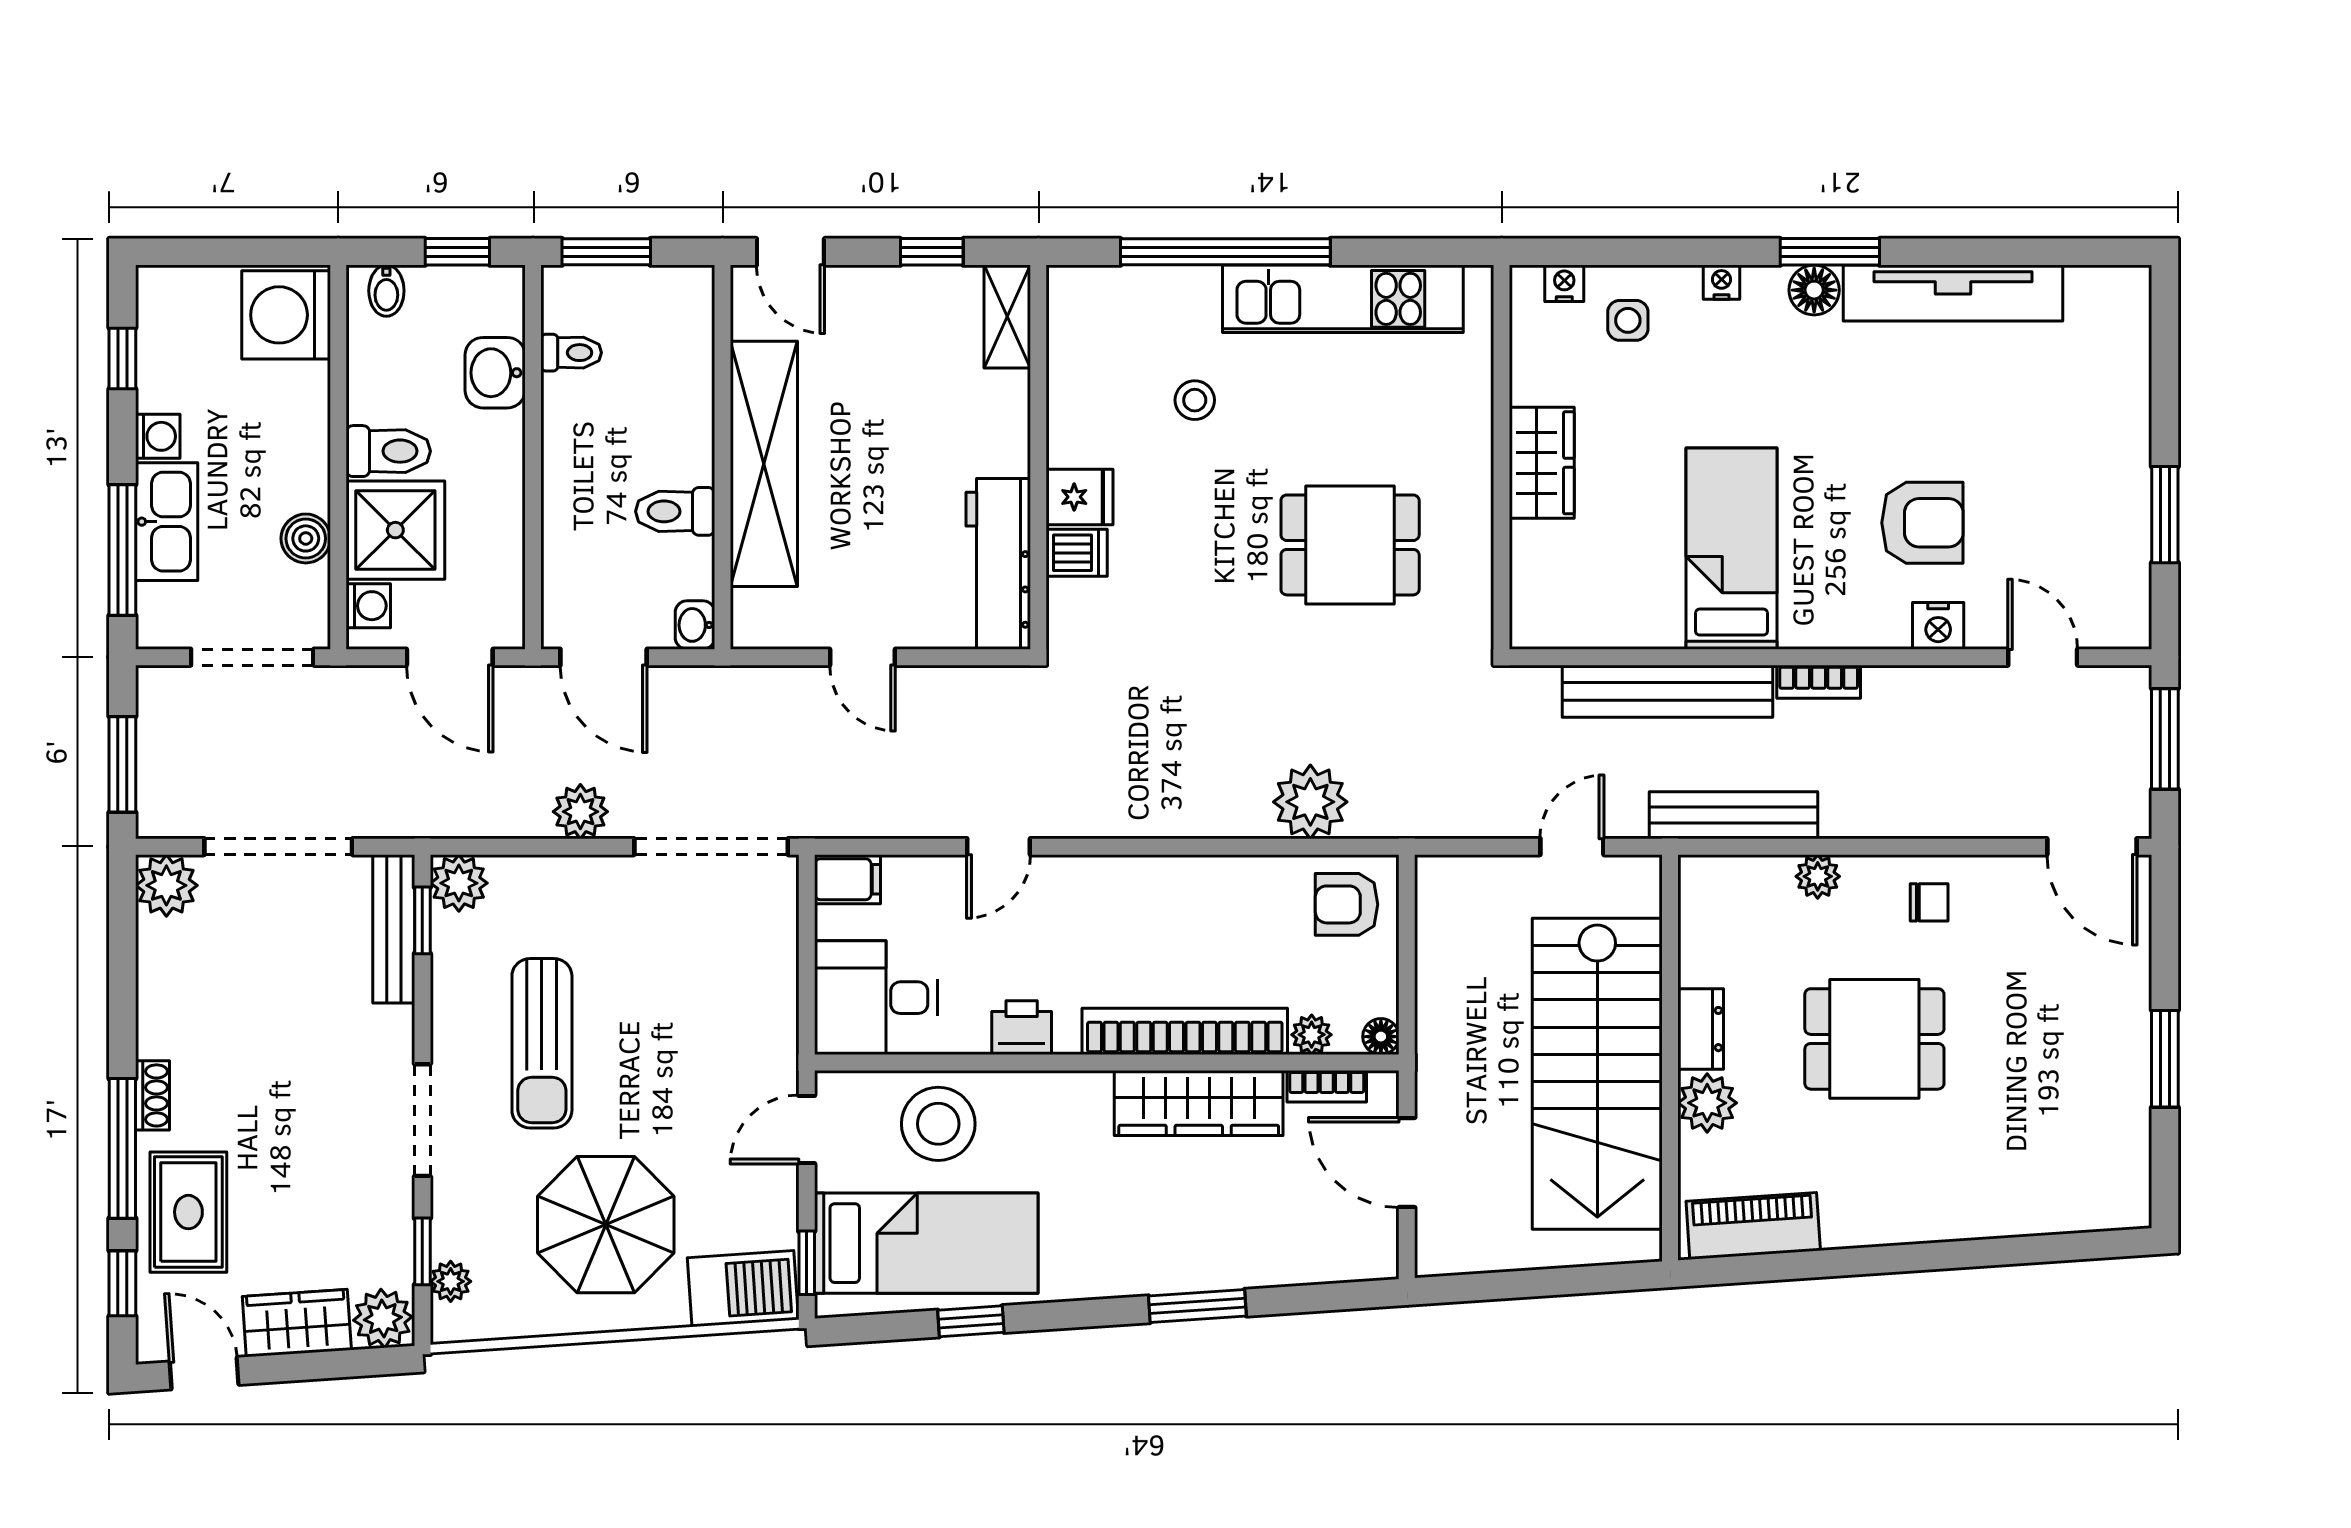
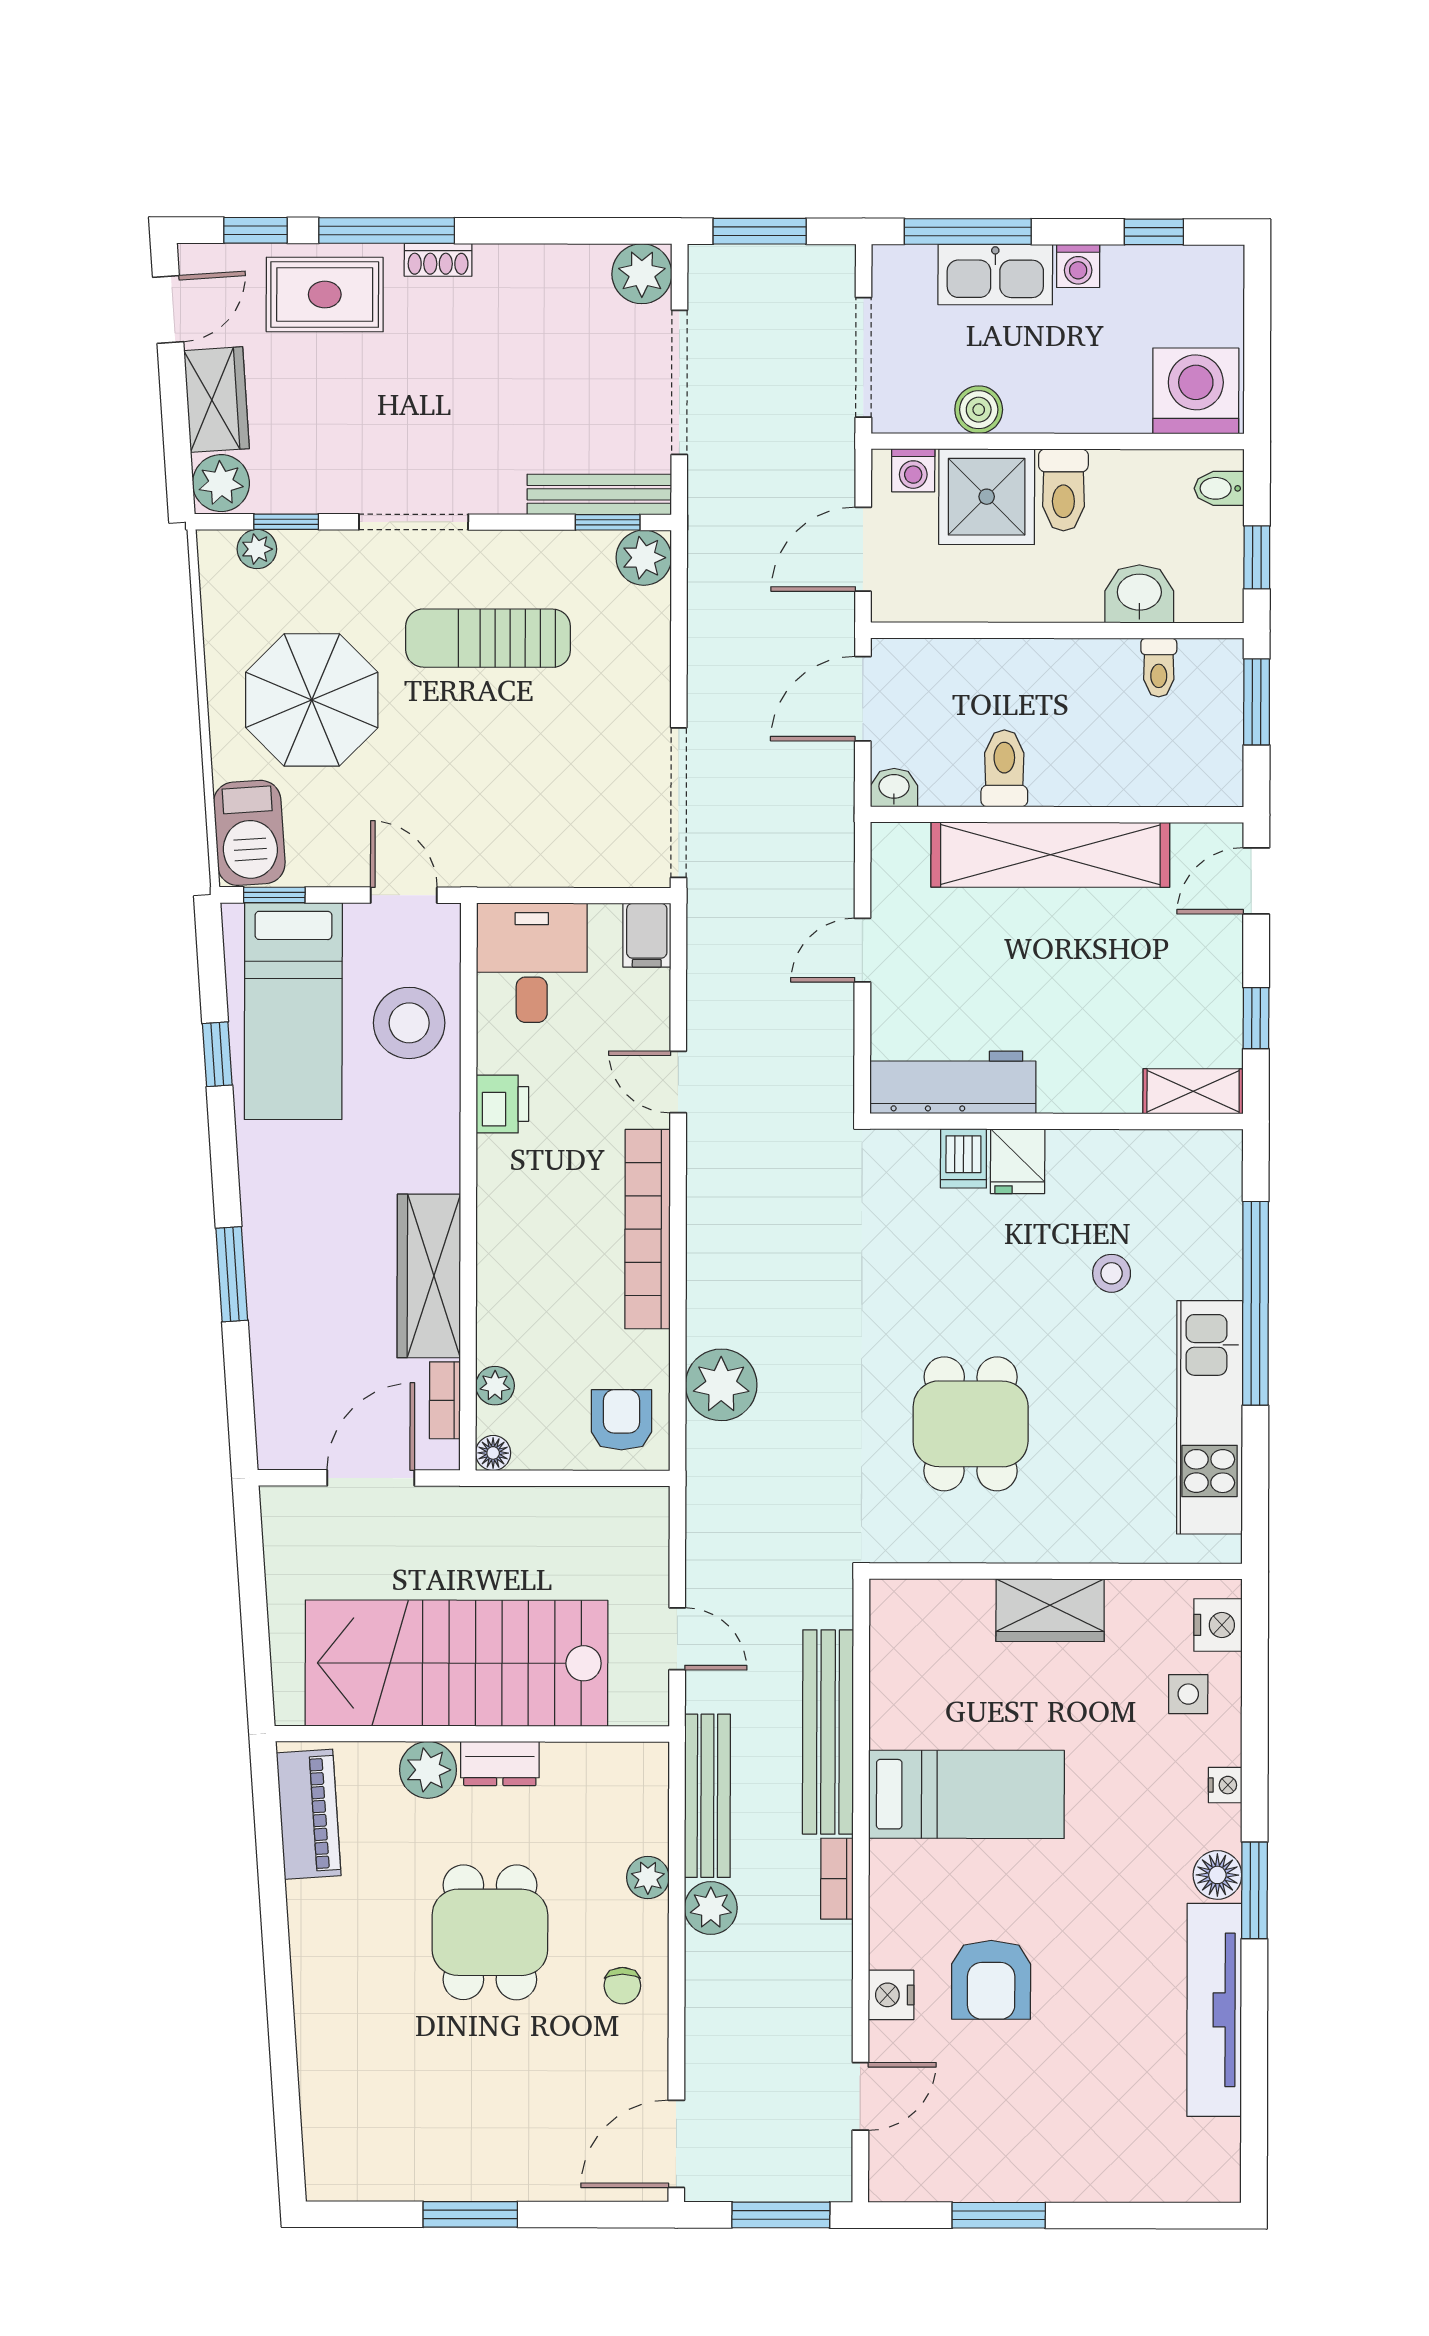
nightstand: (1564, 283) -> (1218, 1625), width x1.39, depth x1.35
plant: (580, 812) -> (711, 1908), moved
bookcase: (1185, 1031) -> (648, 1229), moved, turned 180

